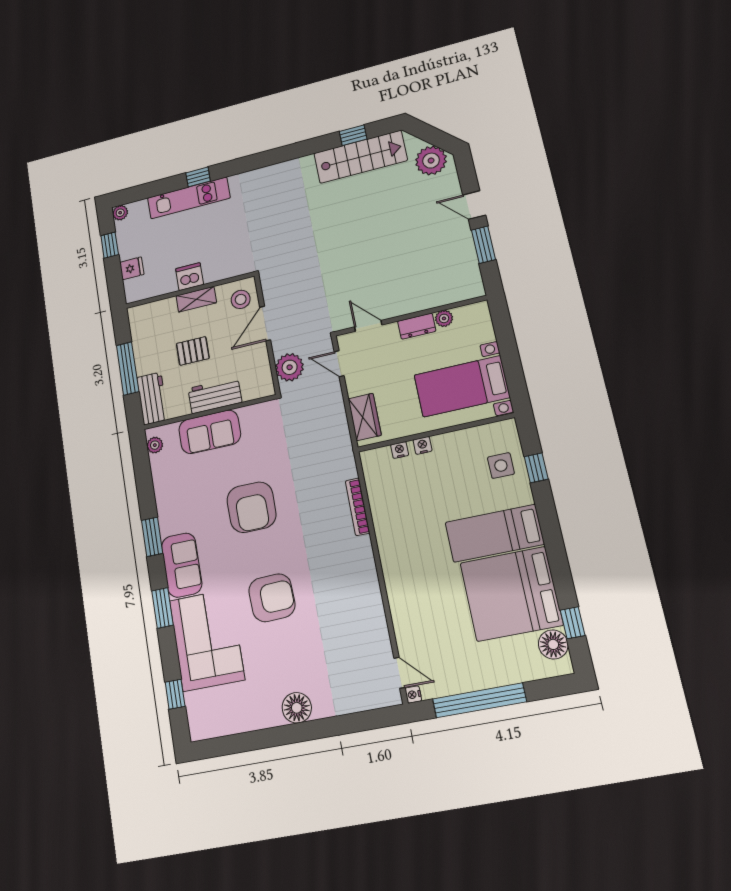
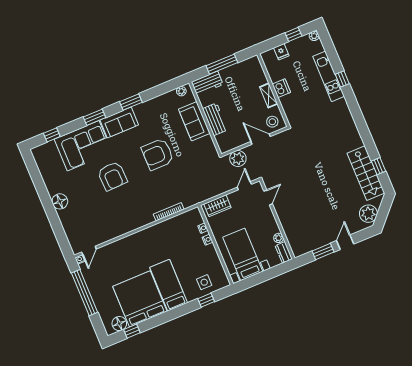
dresser: (417, 326) -> (284, 252), moved
pallet: (193, 351) -> (238, 101), removed

